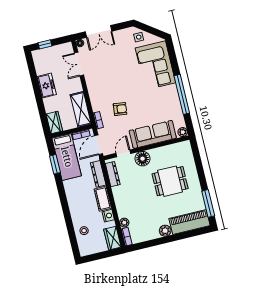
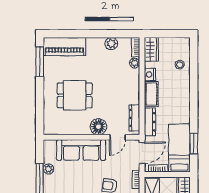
plant: (183, 132) -> (48, 169), moved
plant: (165, 231) -> (111, 44), moved

